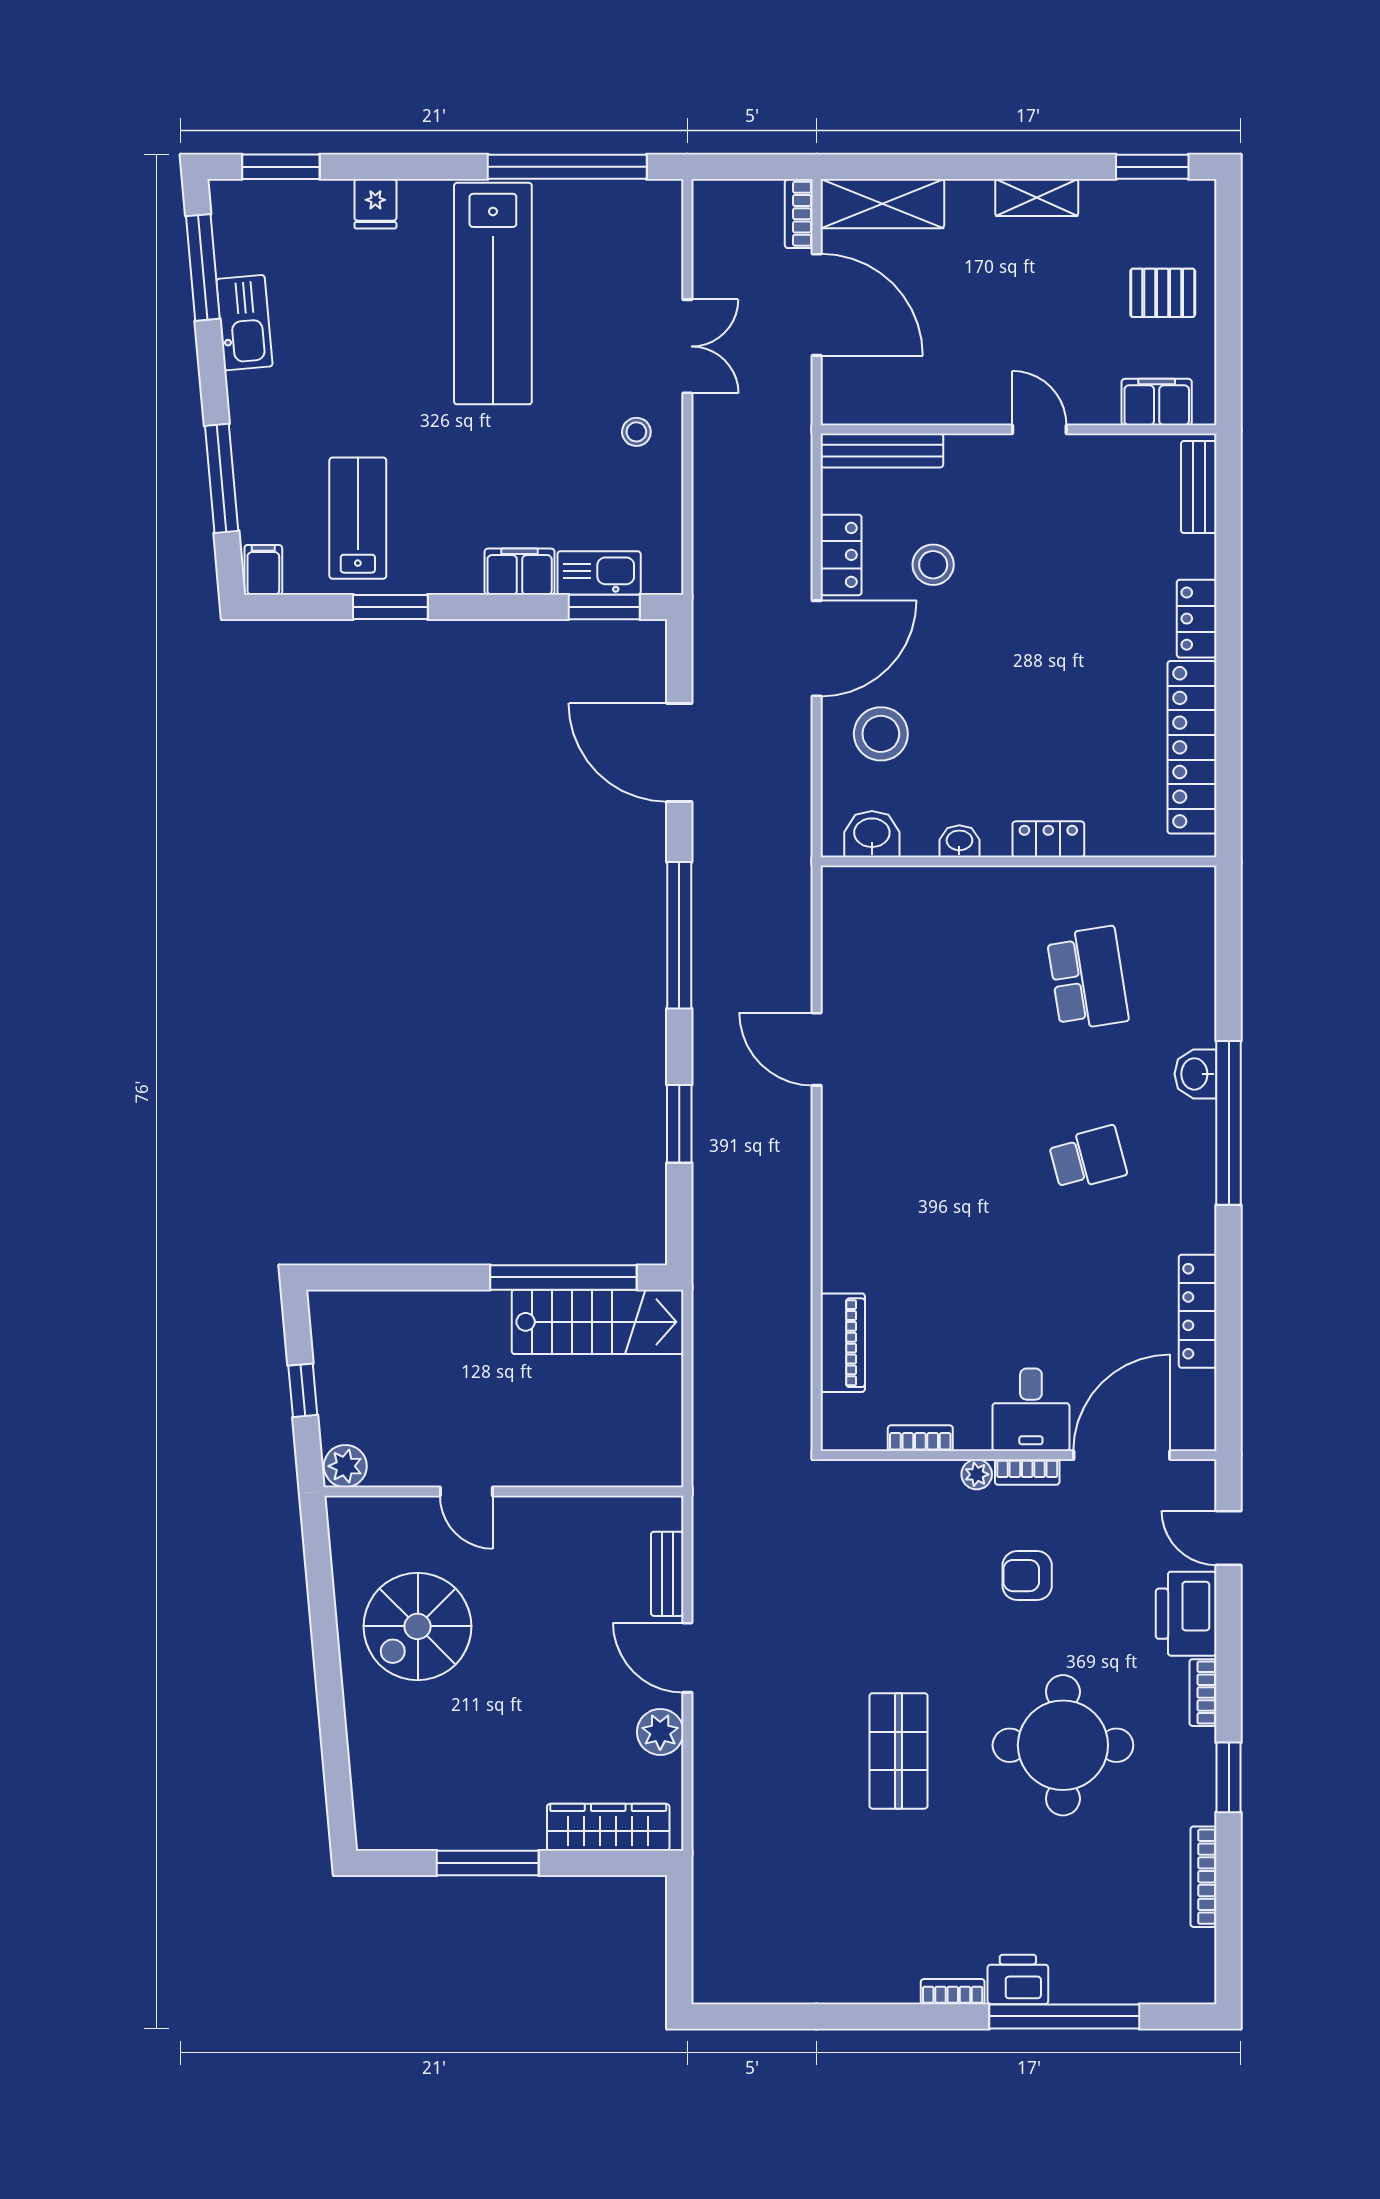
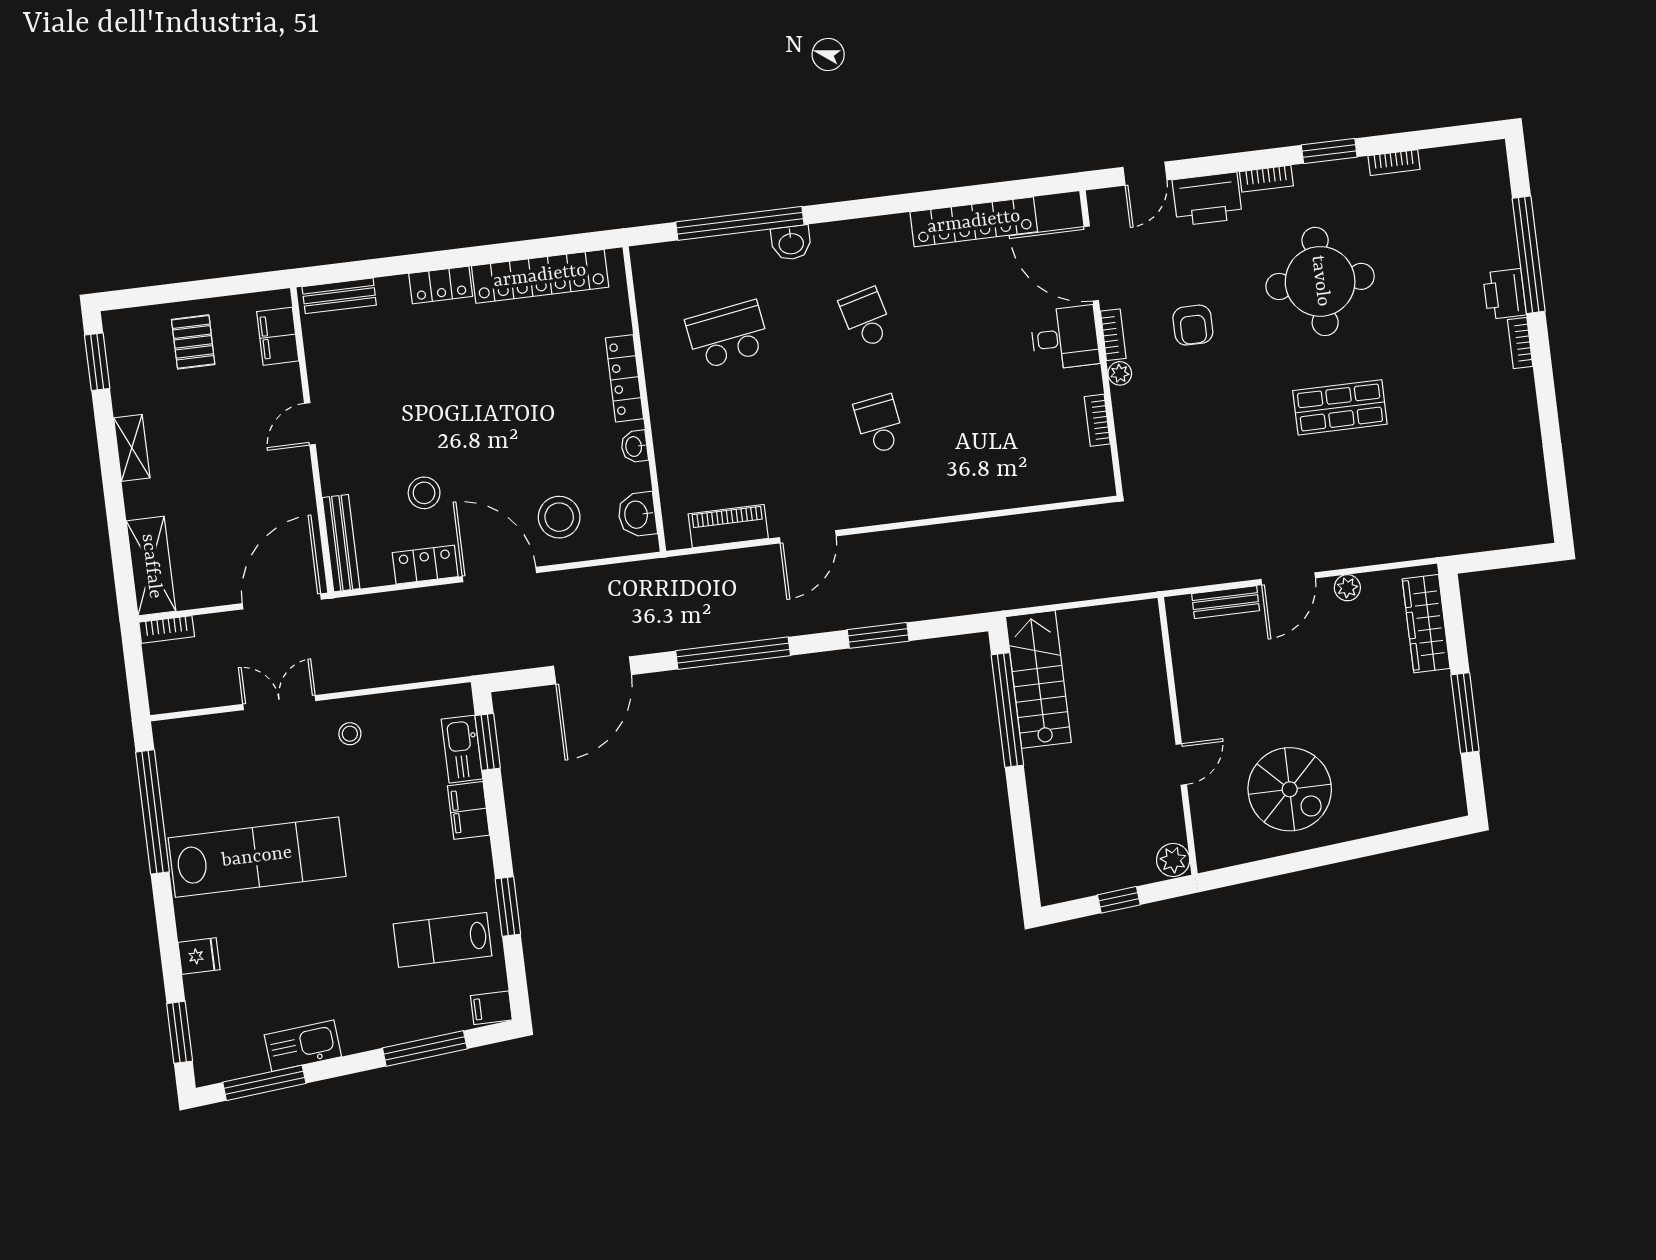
door: (817, 305) -> (282, 601), moved
locker: (1048, 839) -> (624, 378), width x1.53
window: (1229, 1123) -> (740, 223), moved
school desk: (949, 1158) -> (879, 424), added
locker: (1198, 1311) -> (974, 222), width x1.41, depth x1.21
piano: (843, 1343) -> (728, 526), moved
plant: (660, 1732) -> (1347, 588), width x0.73, depth x0.73
bookcase: (1204, 1877) -> (1394, 163), width x0.64

